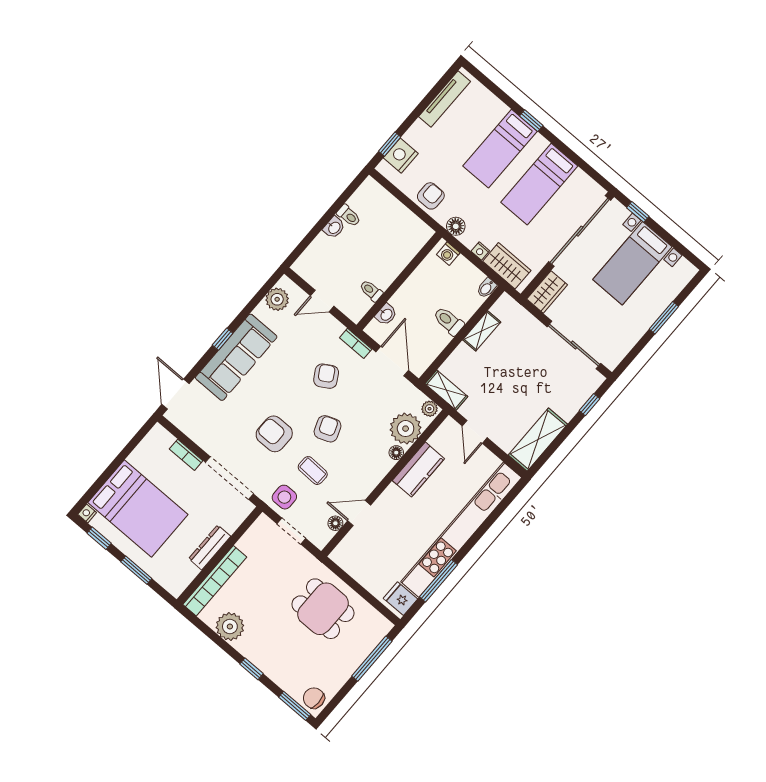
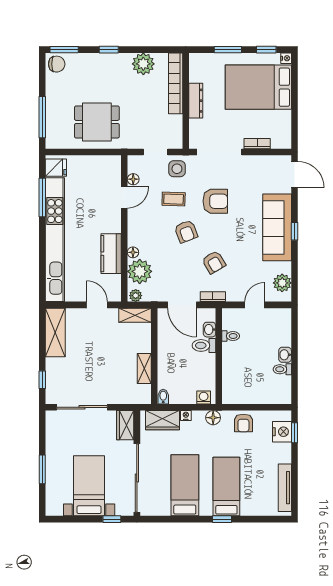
toilet: (449, 321) -> (204, 345), moved, turned 180

